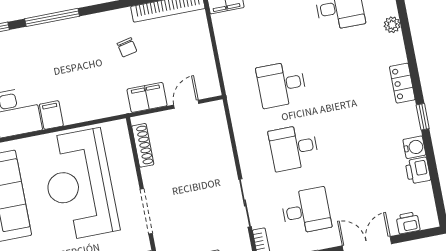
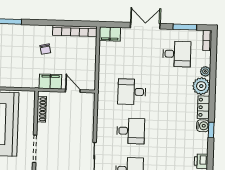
plant: (391, 50) -> (201, 86), added
door: (186, 104) -> (73, 91), hinge flipped
water cooler: (414, 147) -> (203, 126), moved
desk: (294, 148) -> (131, 131), turned 180

